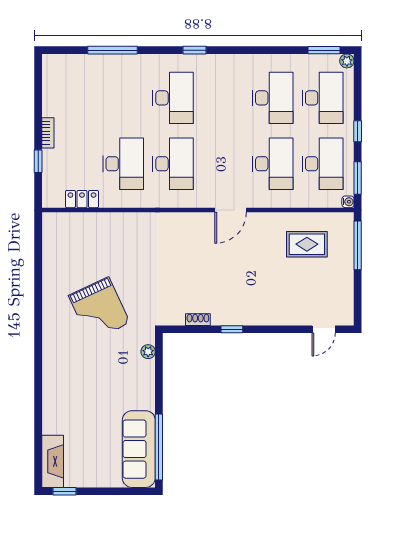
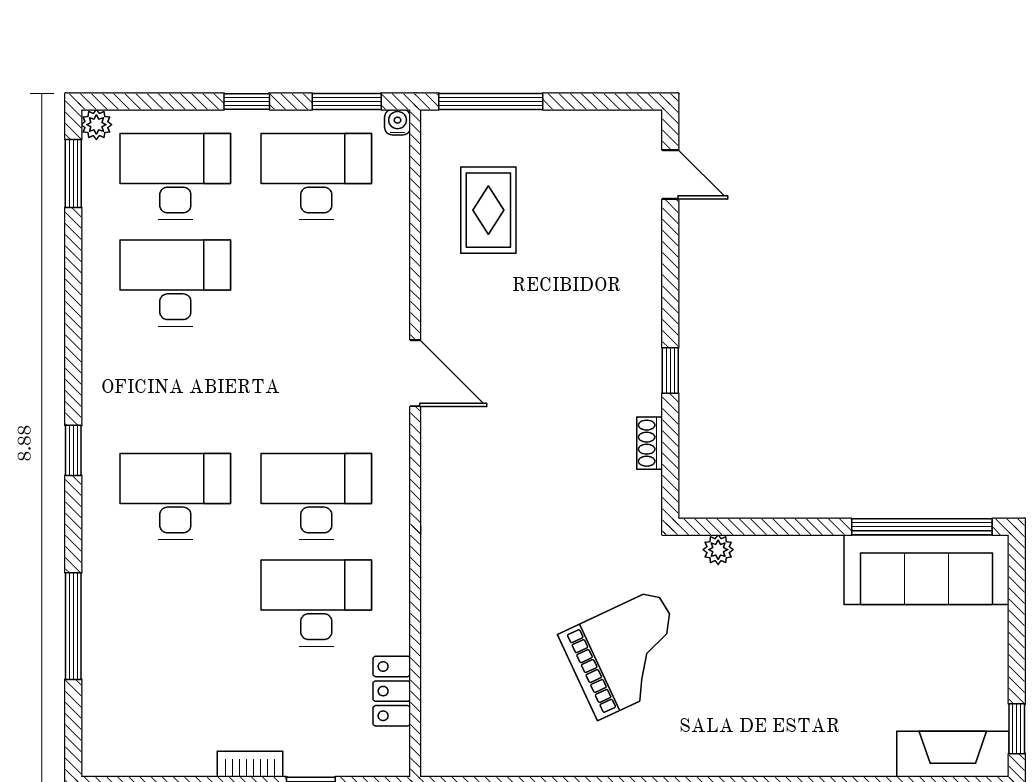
desk: (273, 164) -> (316, 283), removed

